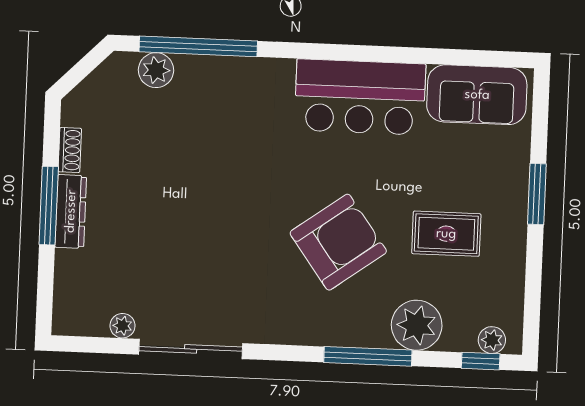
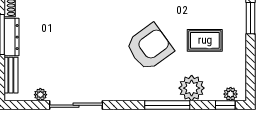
bench: (67, 285) -> (11, 75), added

